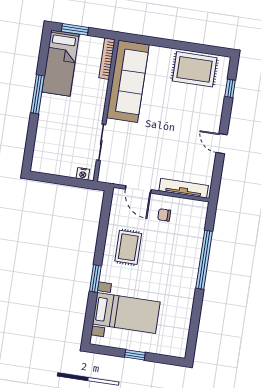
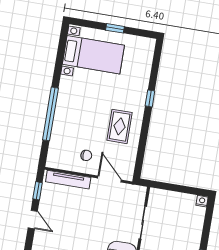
nightstand: (83, 174) -> (202, 201), moved
window: (217, 175) -> (38, 191), added
window: (95, 278) -> (150, 98), width x0.67
bed with nightstands: (126, 313) -> (93, 55), moved, turned 180

